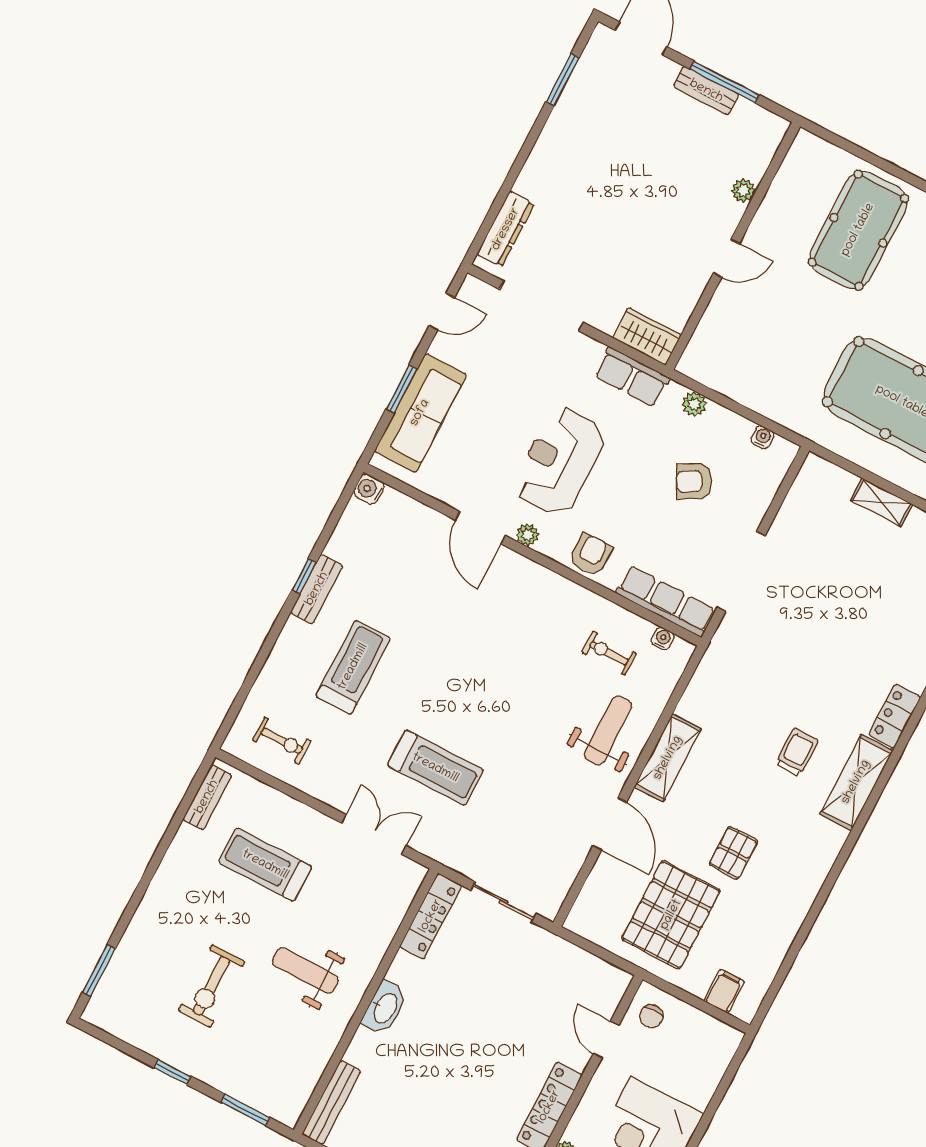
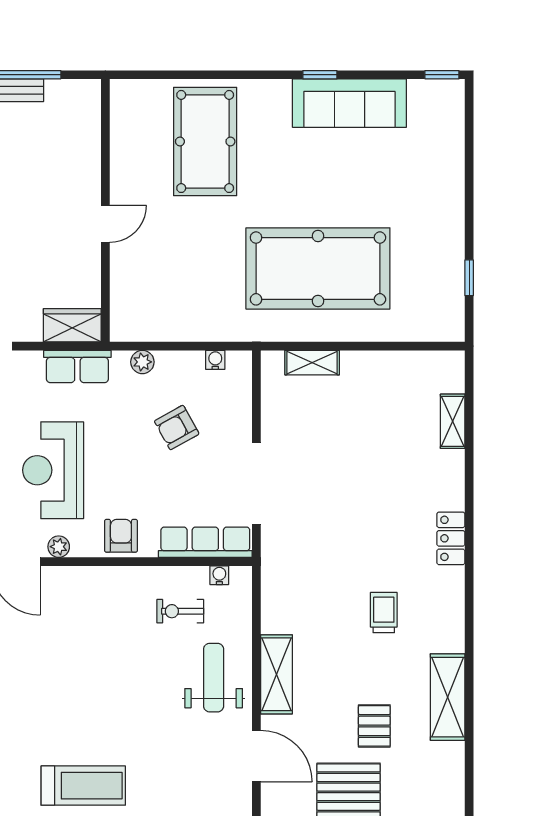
plant: (743, 191) -> (90, 159), removed
shelving: (881, 502) -> (312, 363), moved
shelving: (856, 782) -> (448, 697), moved

